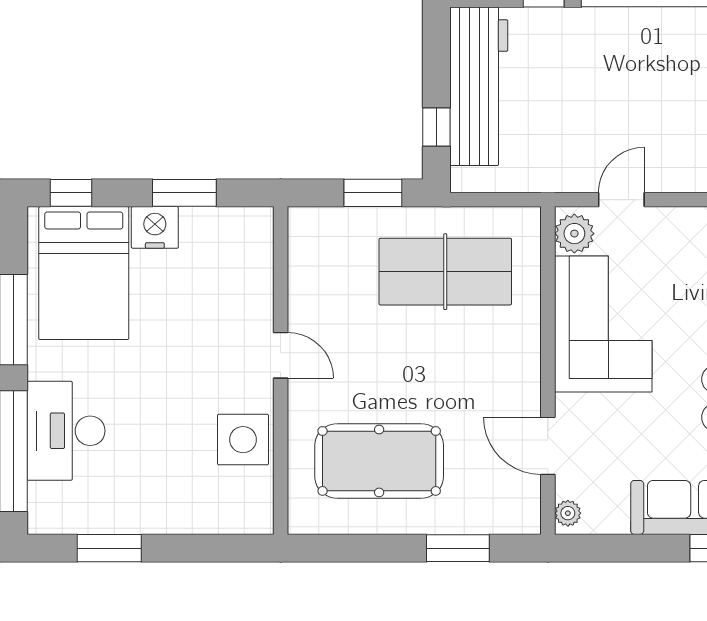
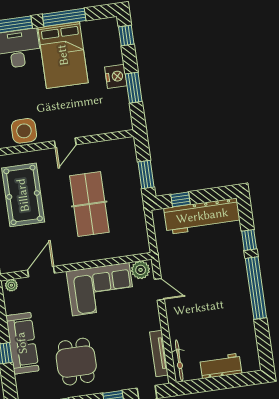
table tennis table: (445, 272) -> (89, 204), moved
bed: (84, 273) -> (63, 55), moved, turned -90

